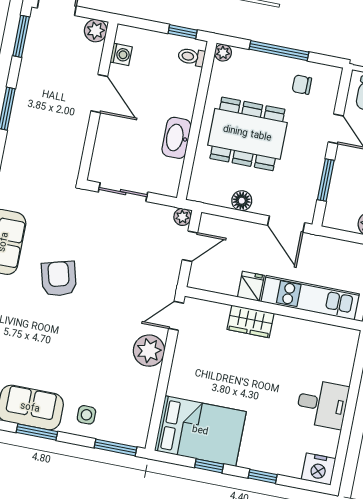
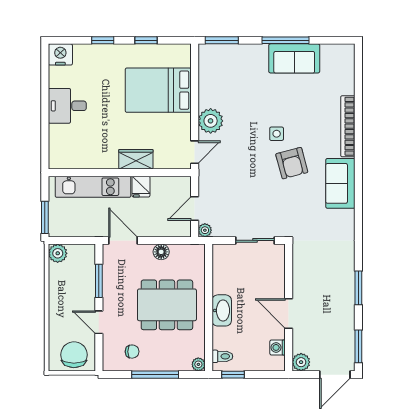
washbasin: (176, 138) -> (222, 310), moved
side table: (86, 415) -> (277, 134), moved
bed: (200, 431) -> (158, 90), moved
window: (37, 432) -> (285, 40), width x1.44

